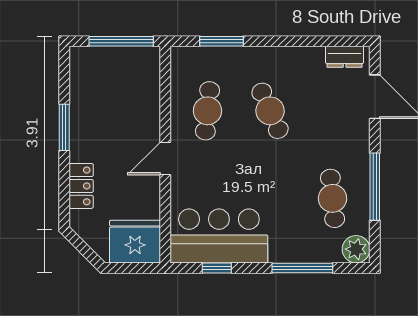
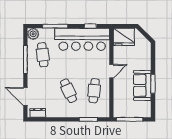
sofa: (90, 124) -> (142, 85), added
locker: (81, 186) -> (146, 60), removed
bar counter: (219, 236) -> (82, 39), width x1.36

